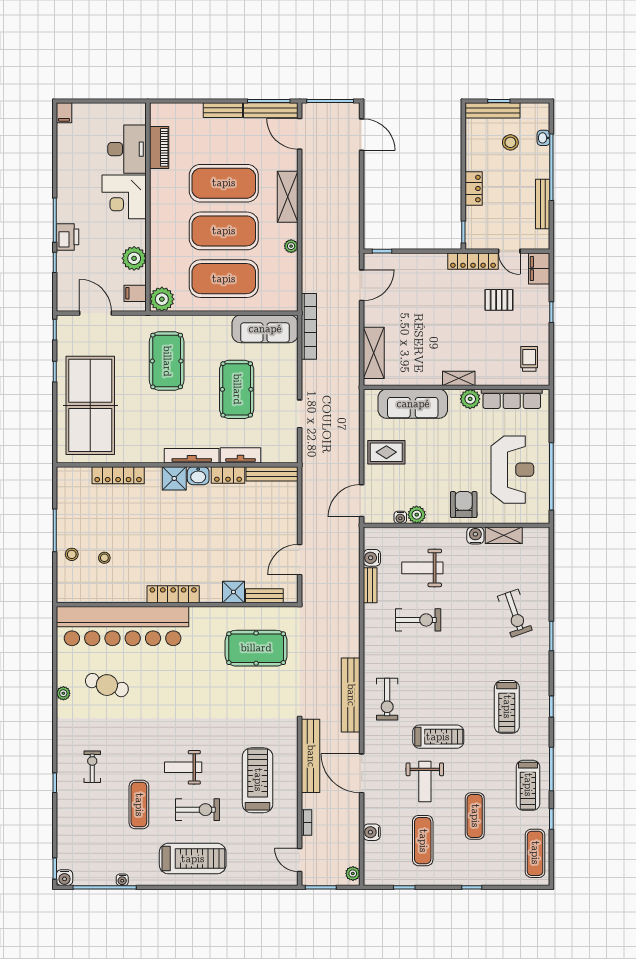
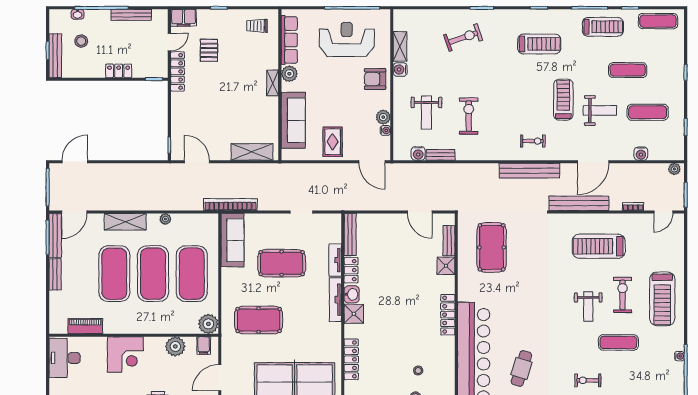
desk: (127, 149) -> (65, 358), moved, turned -90
exercise bike: (387, 699) -> (533, 141), width x0.73, depth x0.72
treadmill: (193, 859) -> (662, 299), turned 180

